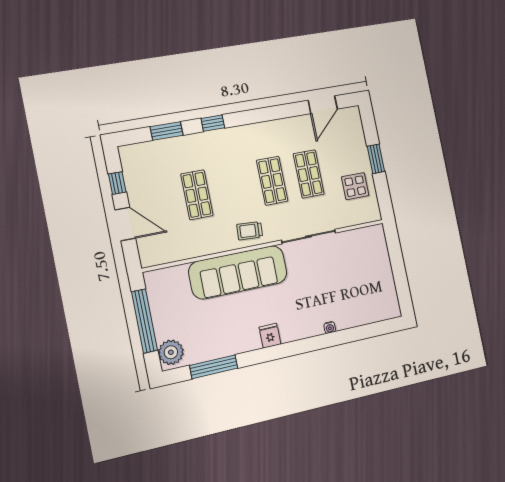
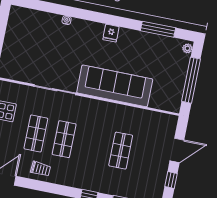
door: (125, 224) -> (177, 150), swing flipped
trolley: (250, 231) -> (41, 169), moved
plant: (171, 352) -> (187, 48), width x0.53, depth x0.53

